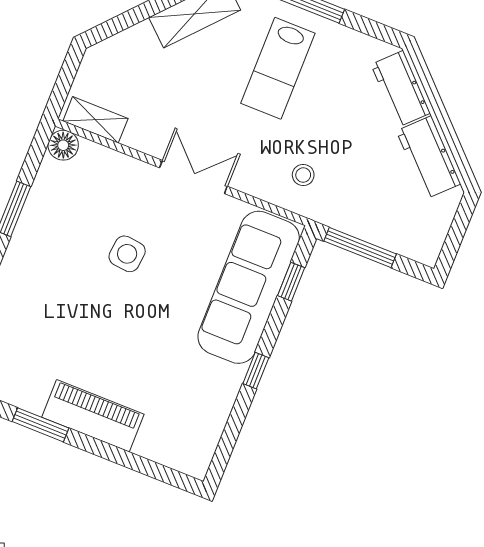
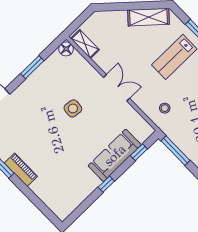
sofa: (249, 287) -> (115, 155), width x0.74, depth x0.79
piano: (93, 416) -> (21, 170), width x0.73, depth x0.75

